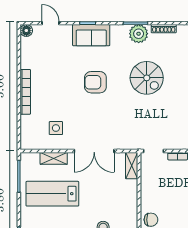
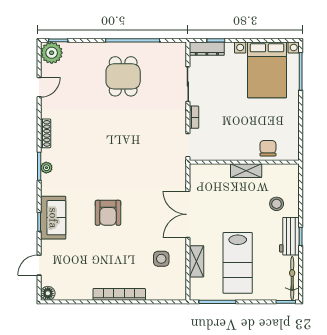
plant: (139, 34) -> (46, 168), width x0.53, depth x0.53
spiral stairs: (147, 78) -> (103, 153), removed
double door: (94, 151) -> (188, 214), swing flipped
shelving: (132, 166) -> (246, 171), moved

